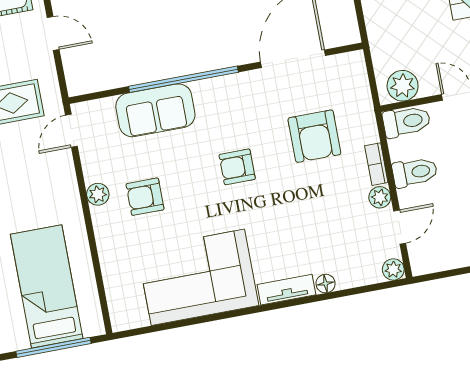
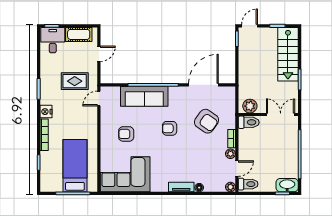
door: (53, 33) -> (99, 54), hinge flipped
sofa: (155, 110) -> (144, 96), width x1.36
armchair: (314, 136) -> (207, 121), turned -55
toilet: (415, 172) -> (248, 184), moved
plant: (98, 194) -> (105, 129), removed
corner sofa: (198, 277) -> (125, 174), moved

